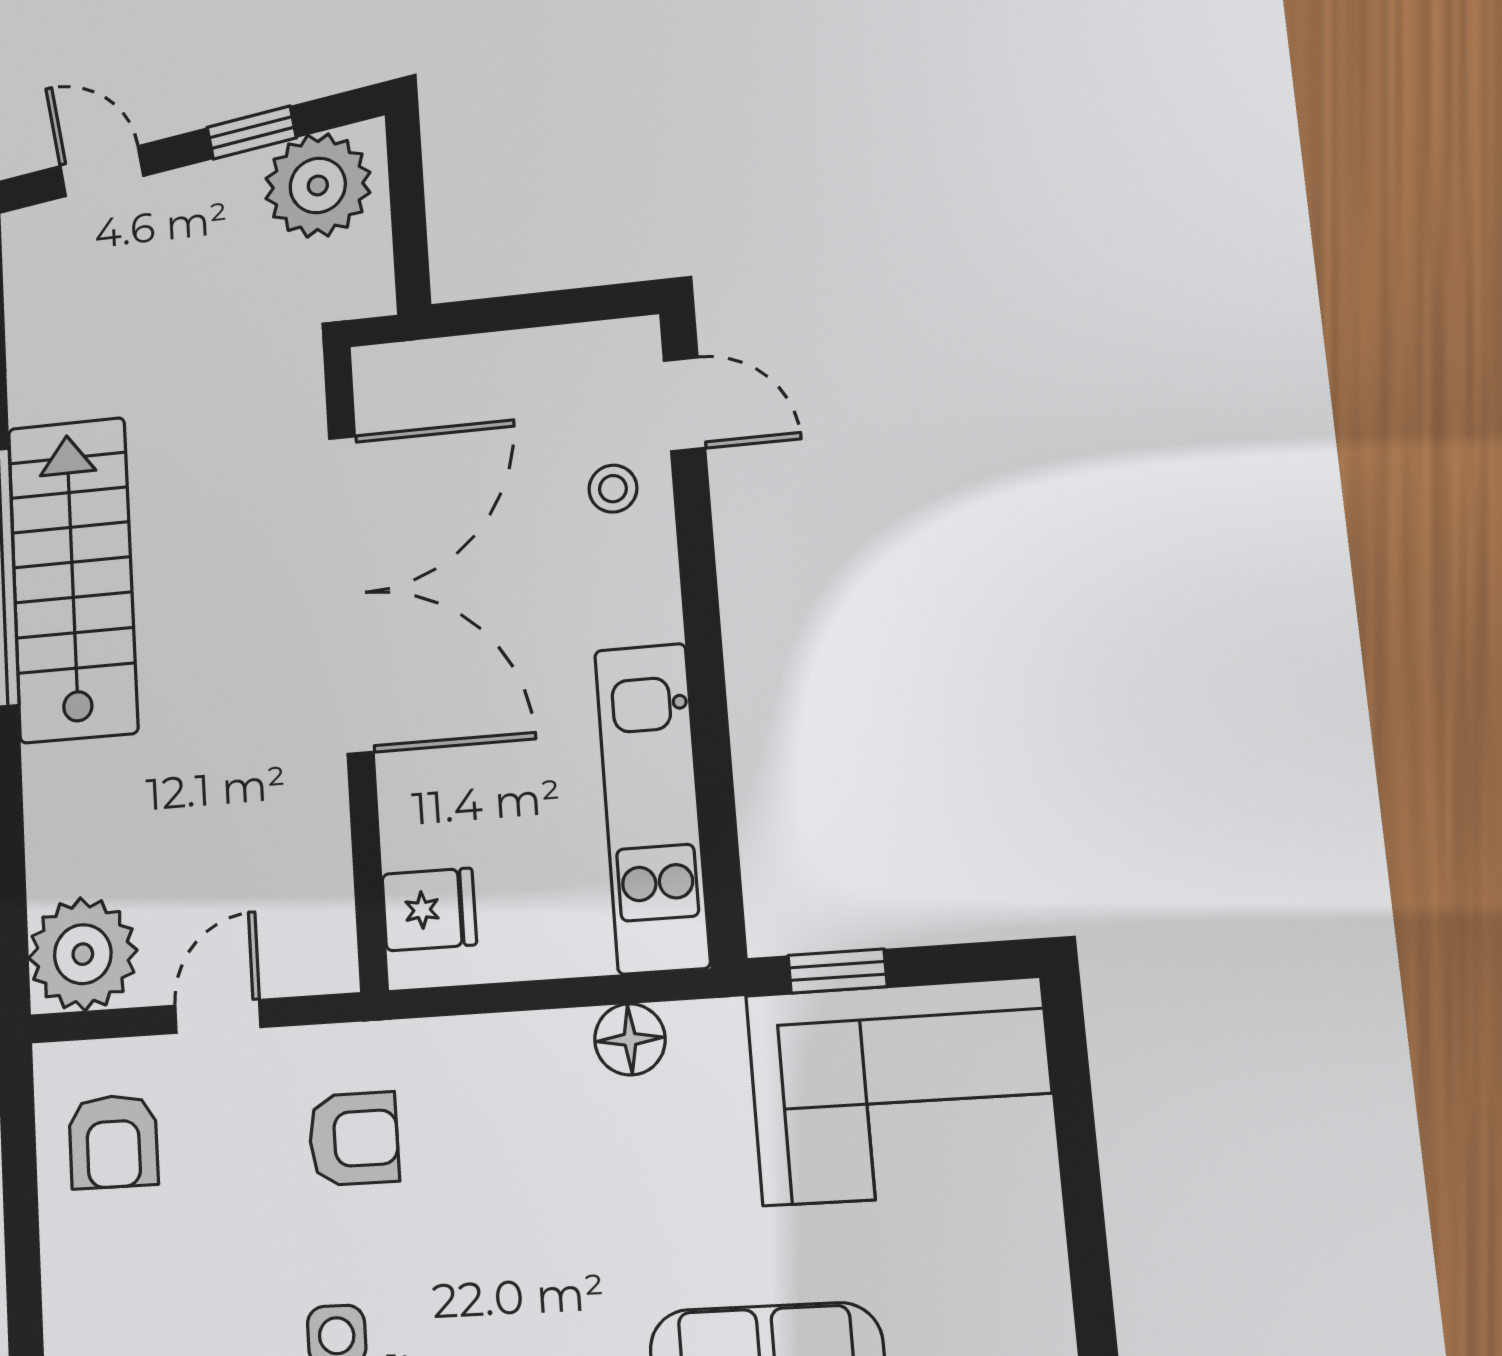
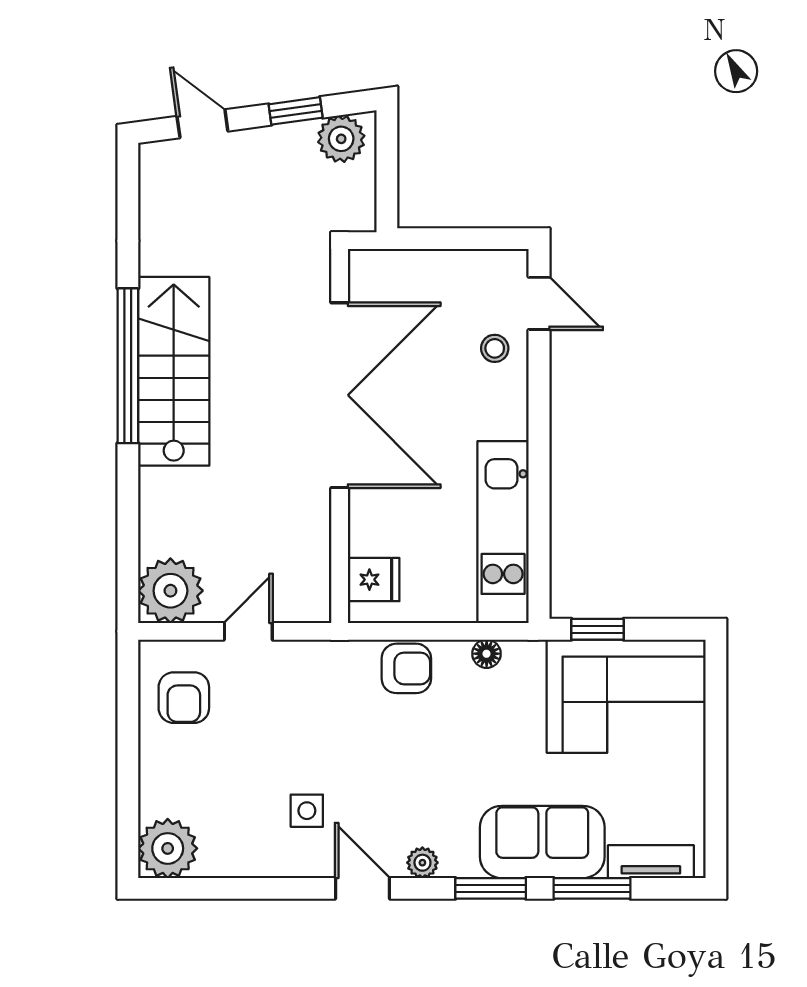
plant: (318, 185) -> (341, 139), width x0.73, depth x0.73
floor lamp: (630, 1039) -> (487, 654), width x0.73, depth x0.73
armchair: (354, 1139) -> (406, 668), moved

